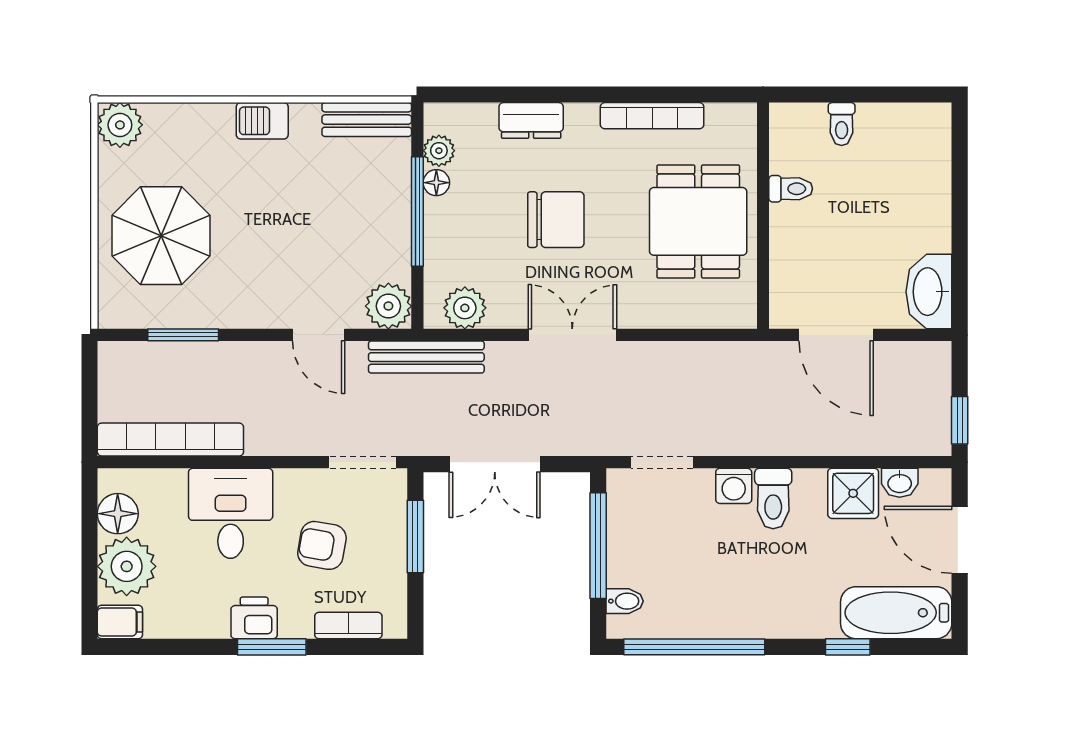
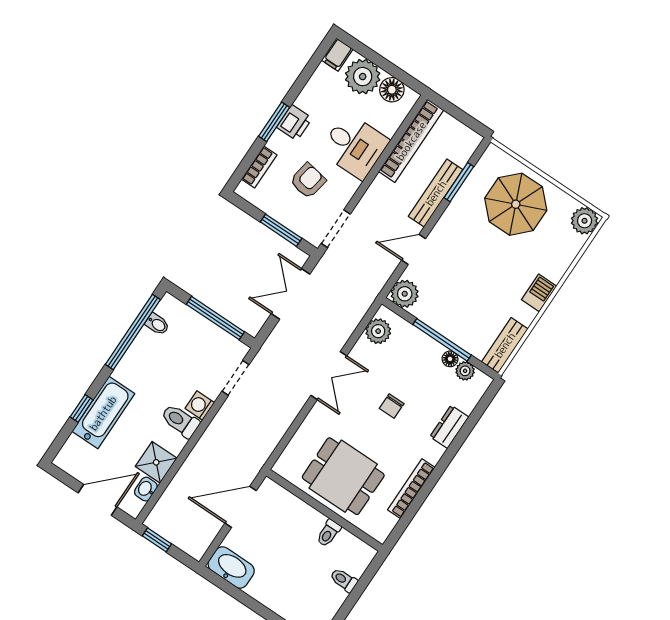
chair: (556, 220) -> (392, 406), width x0.54, depth x0.54
bench: (426, 357) -> (436, 193), moved
bidet: (625, 601) -> (157, 324), moved, turned -90
bathtub: (896, 613) -> (103, 413), moved

